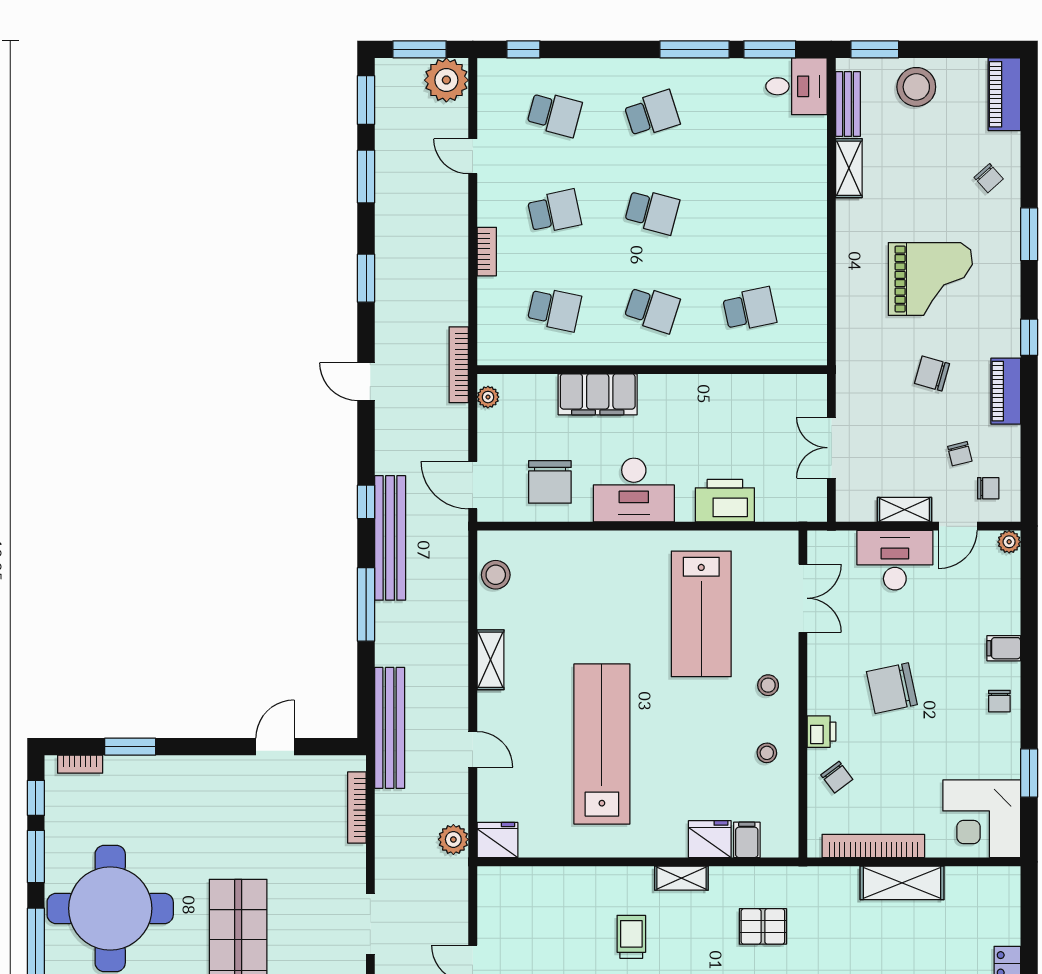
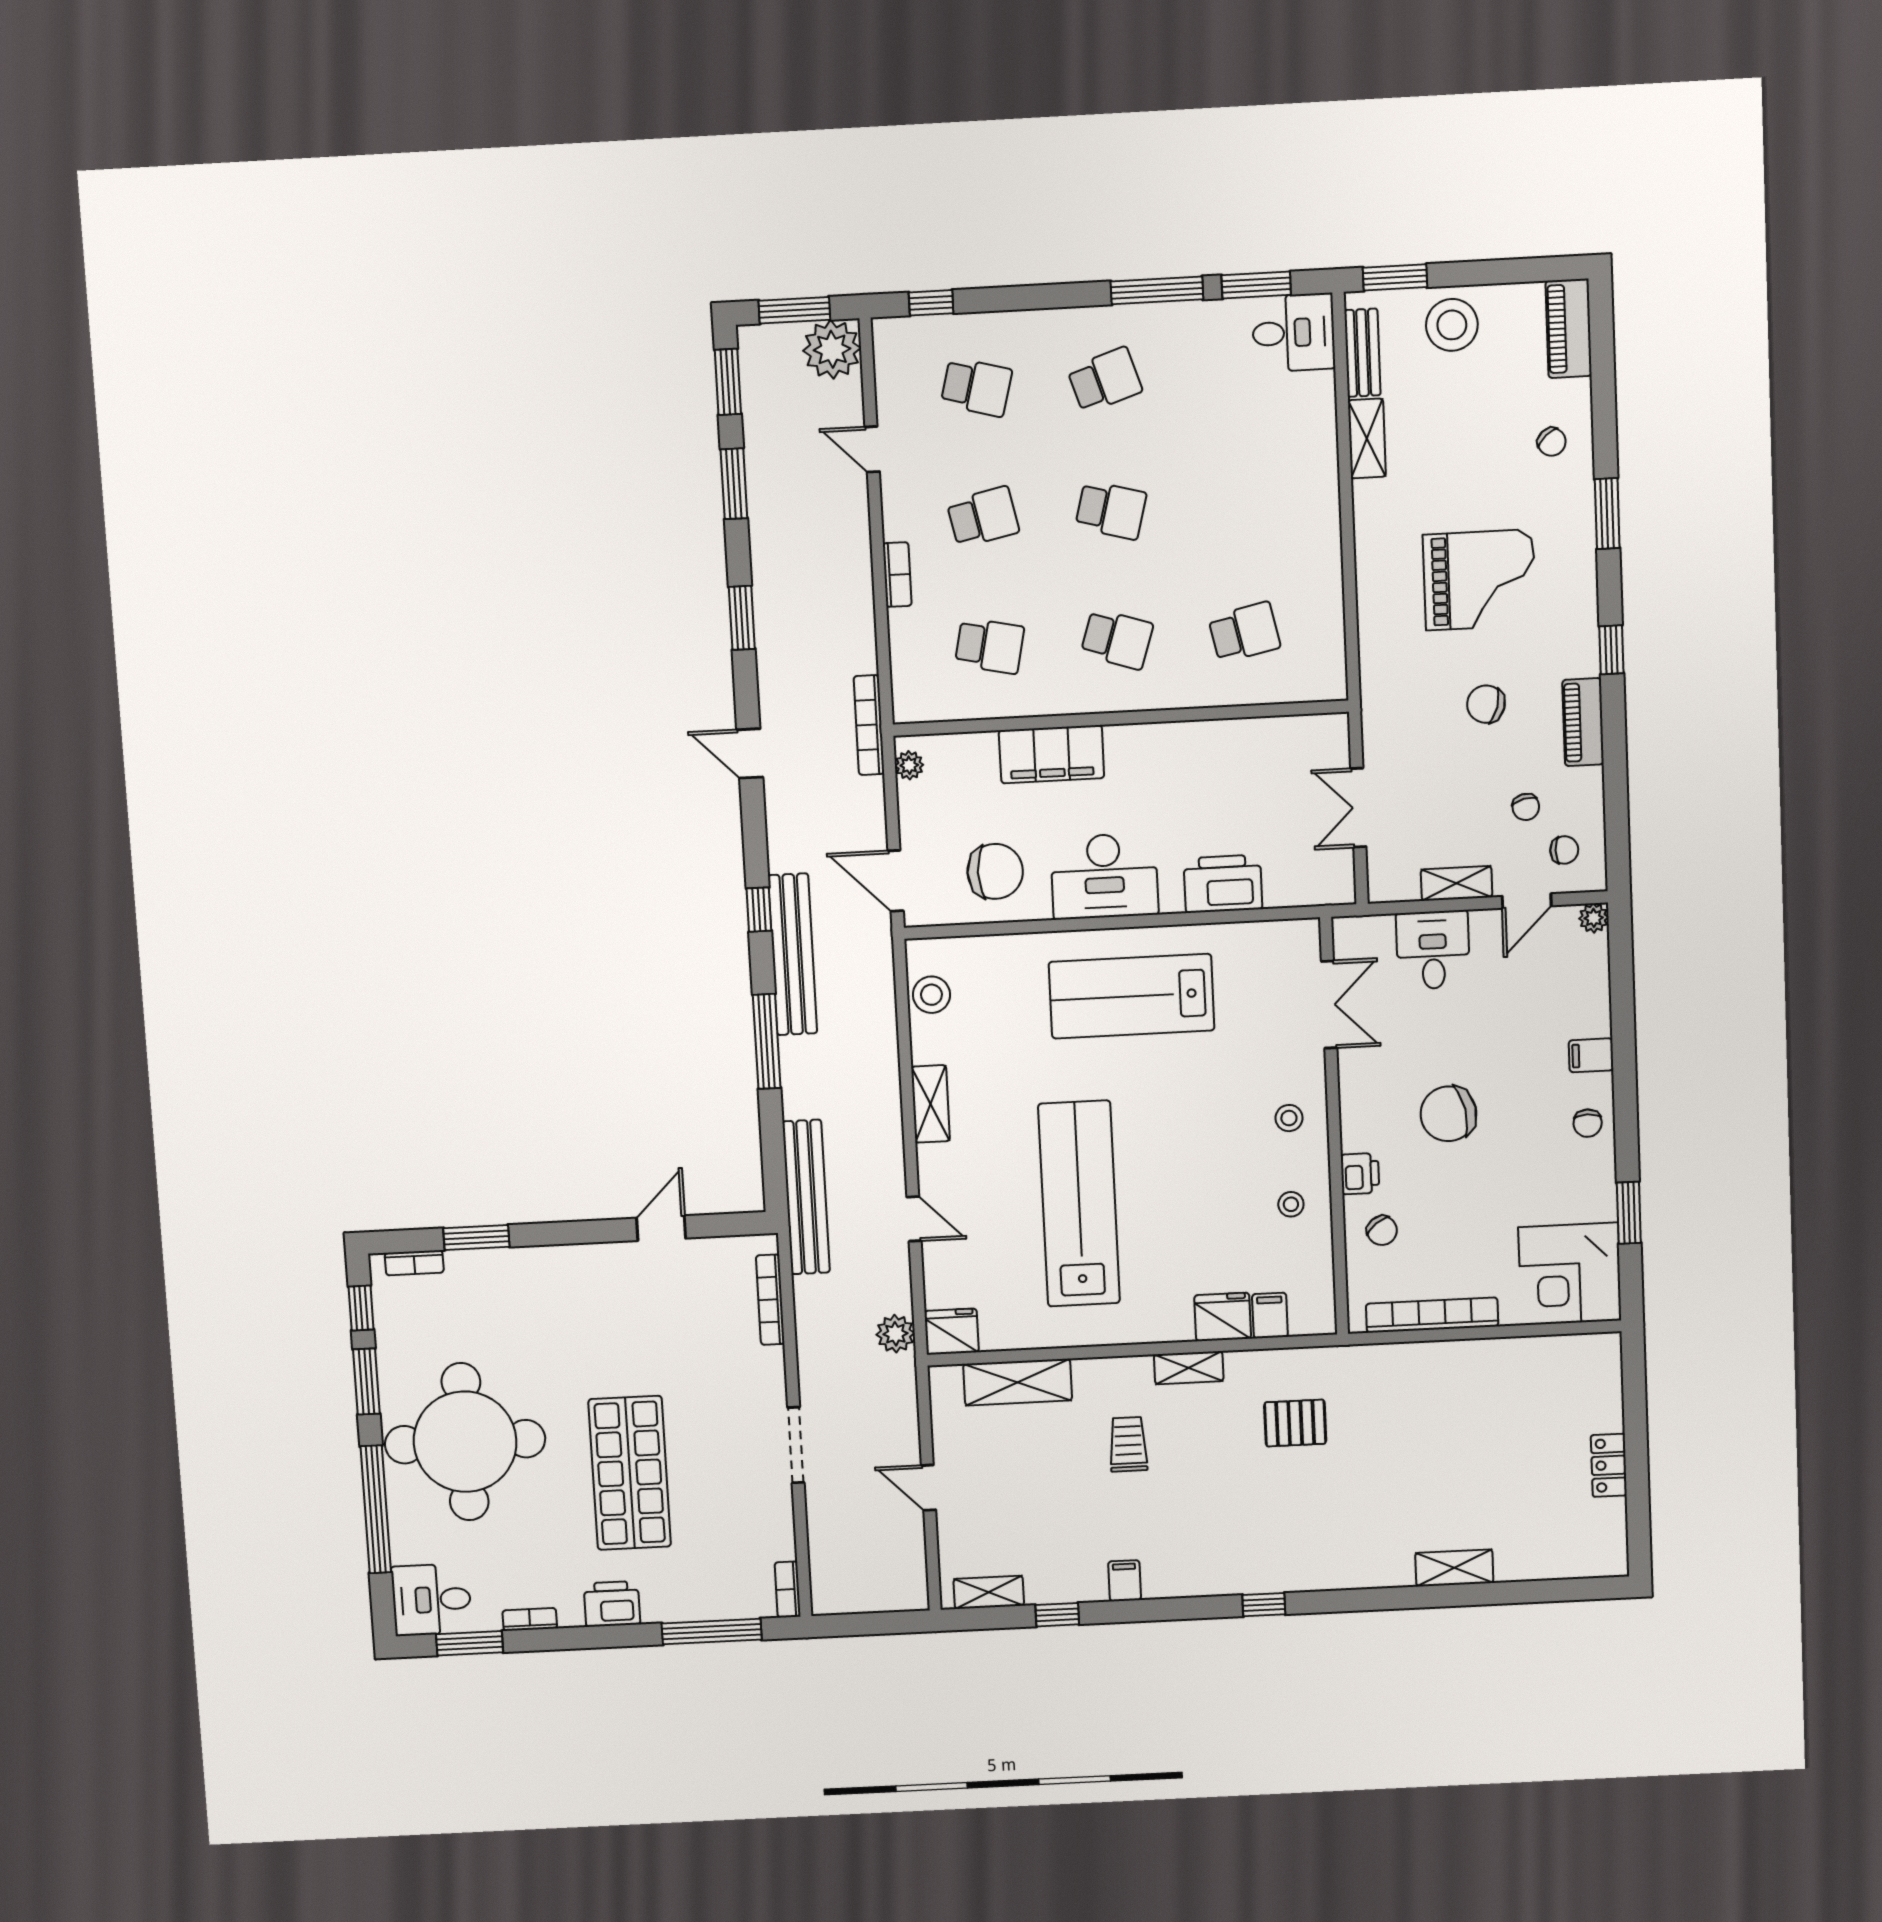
chair: (550, 482) -> (995, 871), turned -90
desk: (895, 560) -> (1433, 950), width x0.73
lab bench: (701, 614) -> (1132, 996), moved, turned 90
shelving: (902, 883) -> (1018, 1382), moved

